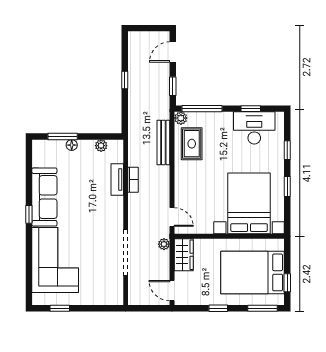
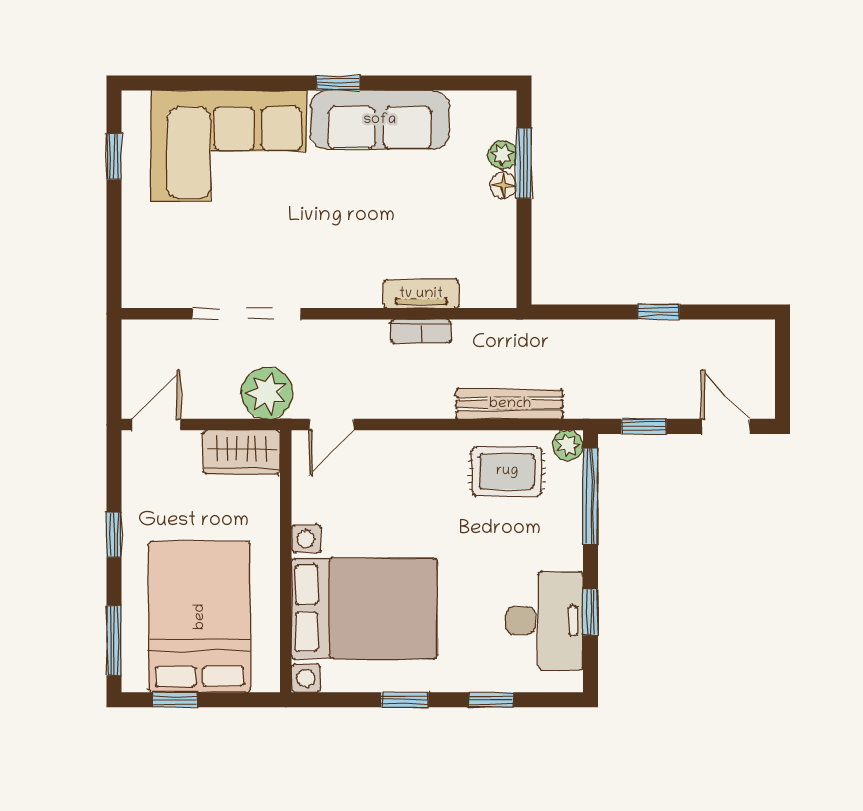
plant: (101, 146) -> (502, 155), moved
plant: (164, 244) -> (267, 393), width x1.87, depth x1.87

